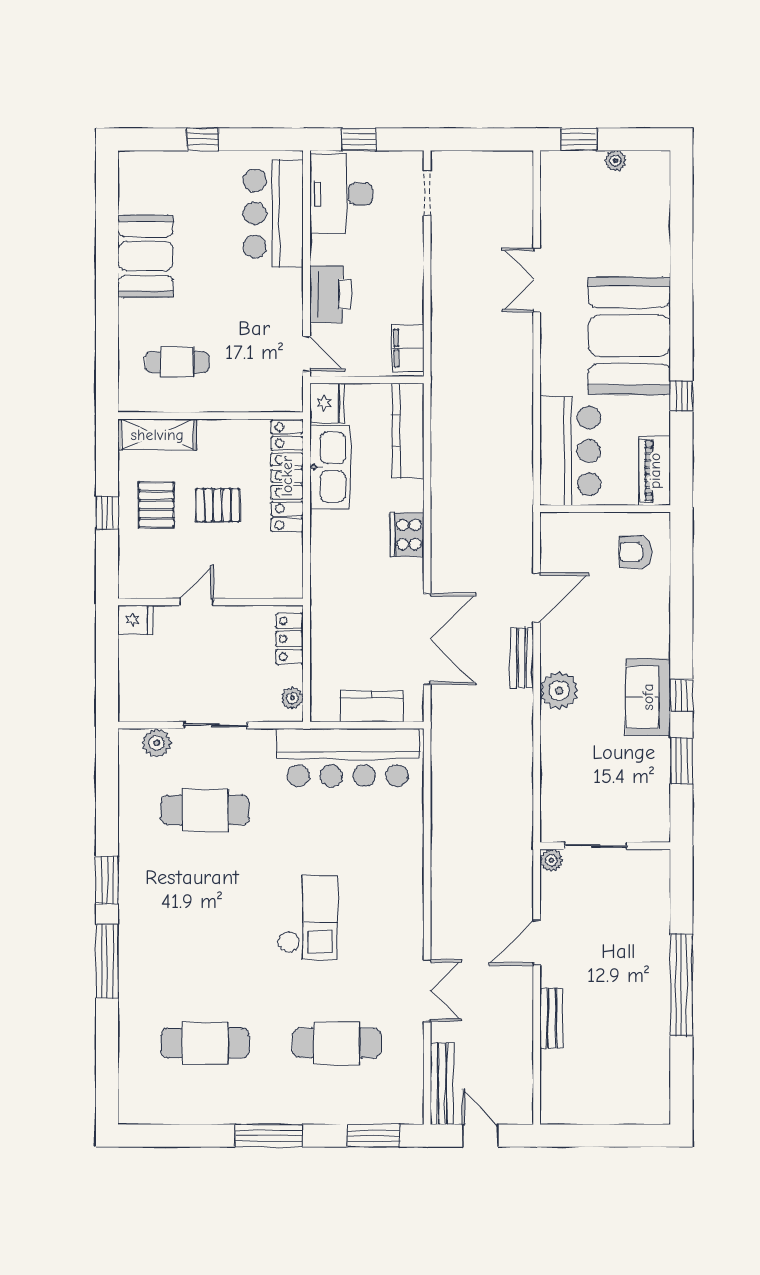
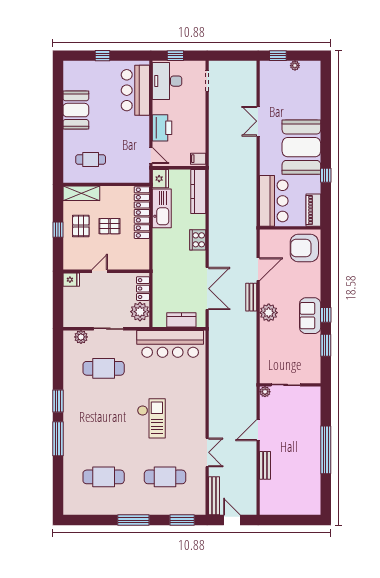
filing cabinet: (408, 348) -> (198, 159), width x0.50
armchair: (636, 552) -> (304, 248), width x1.88, depth x1.88
plant: (292, 698) -> (140, 312), width x1.88, depth x1.88

